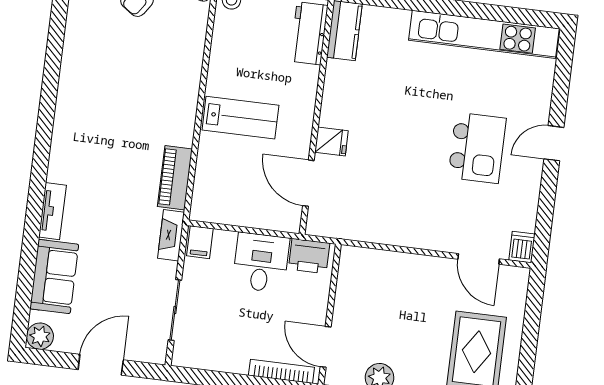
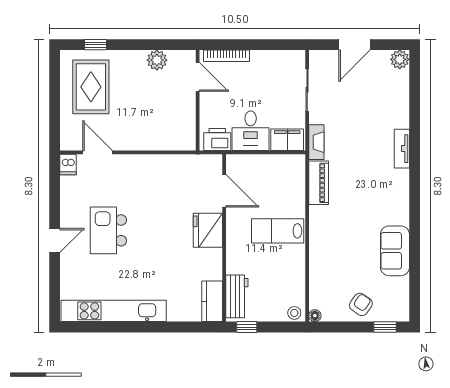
fridge: (331, 141) -> (208, 230), width x1.88, depth x1.34
filing cabinet: (200, 242) -> (287, 140), width x2.00
sofa: (54, 277) -> (395, 251), moved

